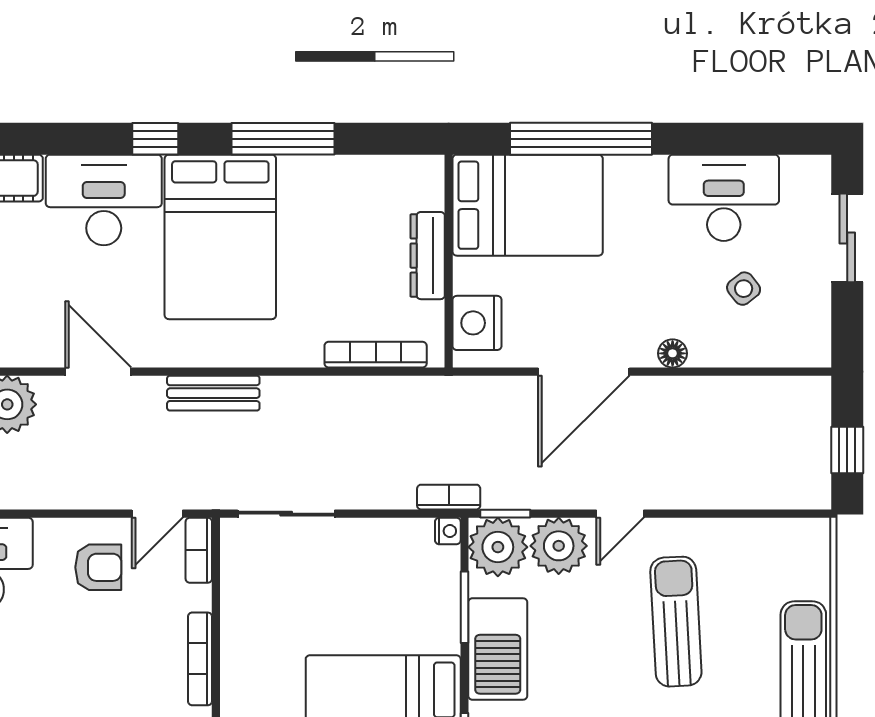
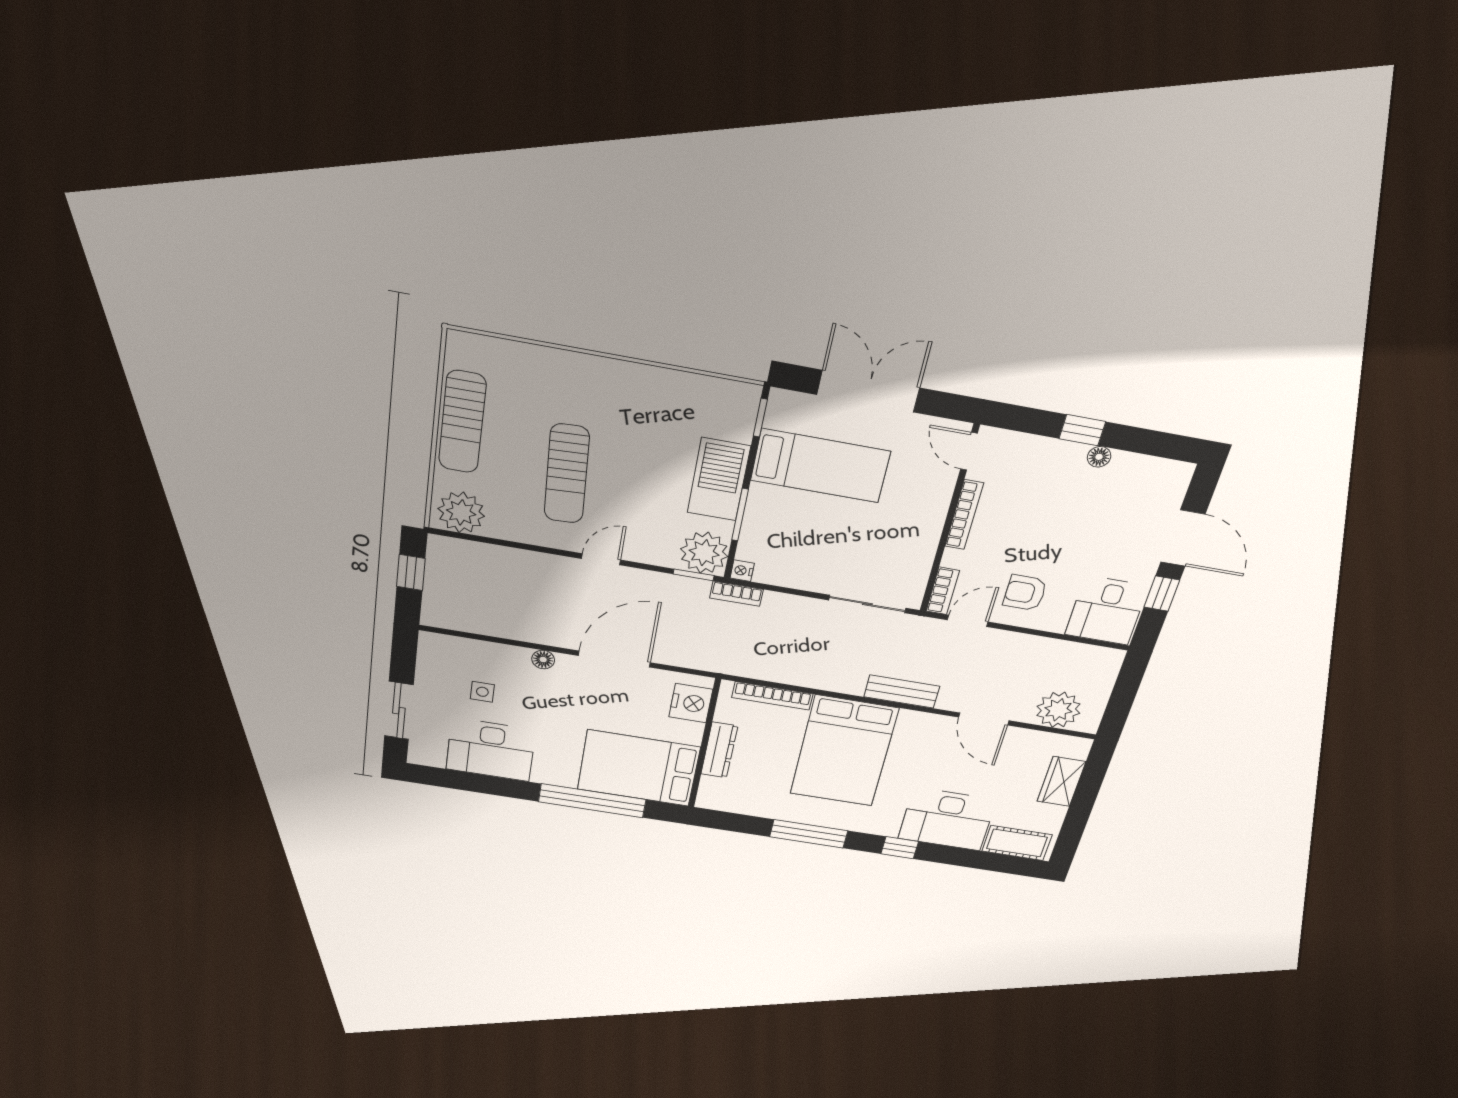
bed: (220, 237) -> (844, 751), moved, turned 180
side table: (744, 289) -> (482, 692), turned 38
plant: (559, 546) -> (461, 512), moved

